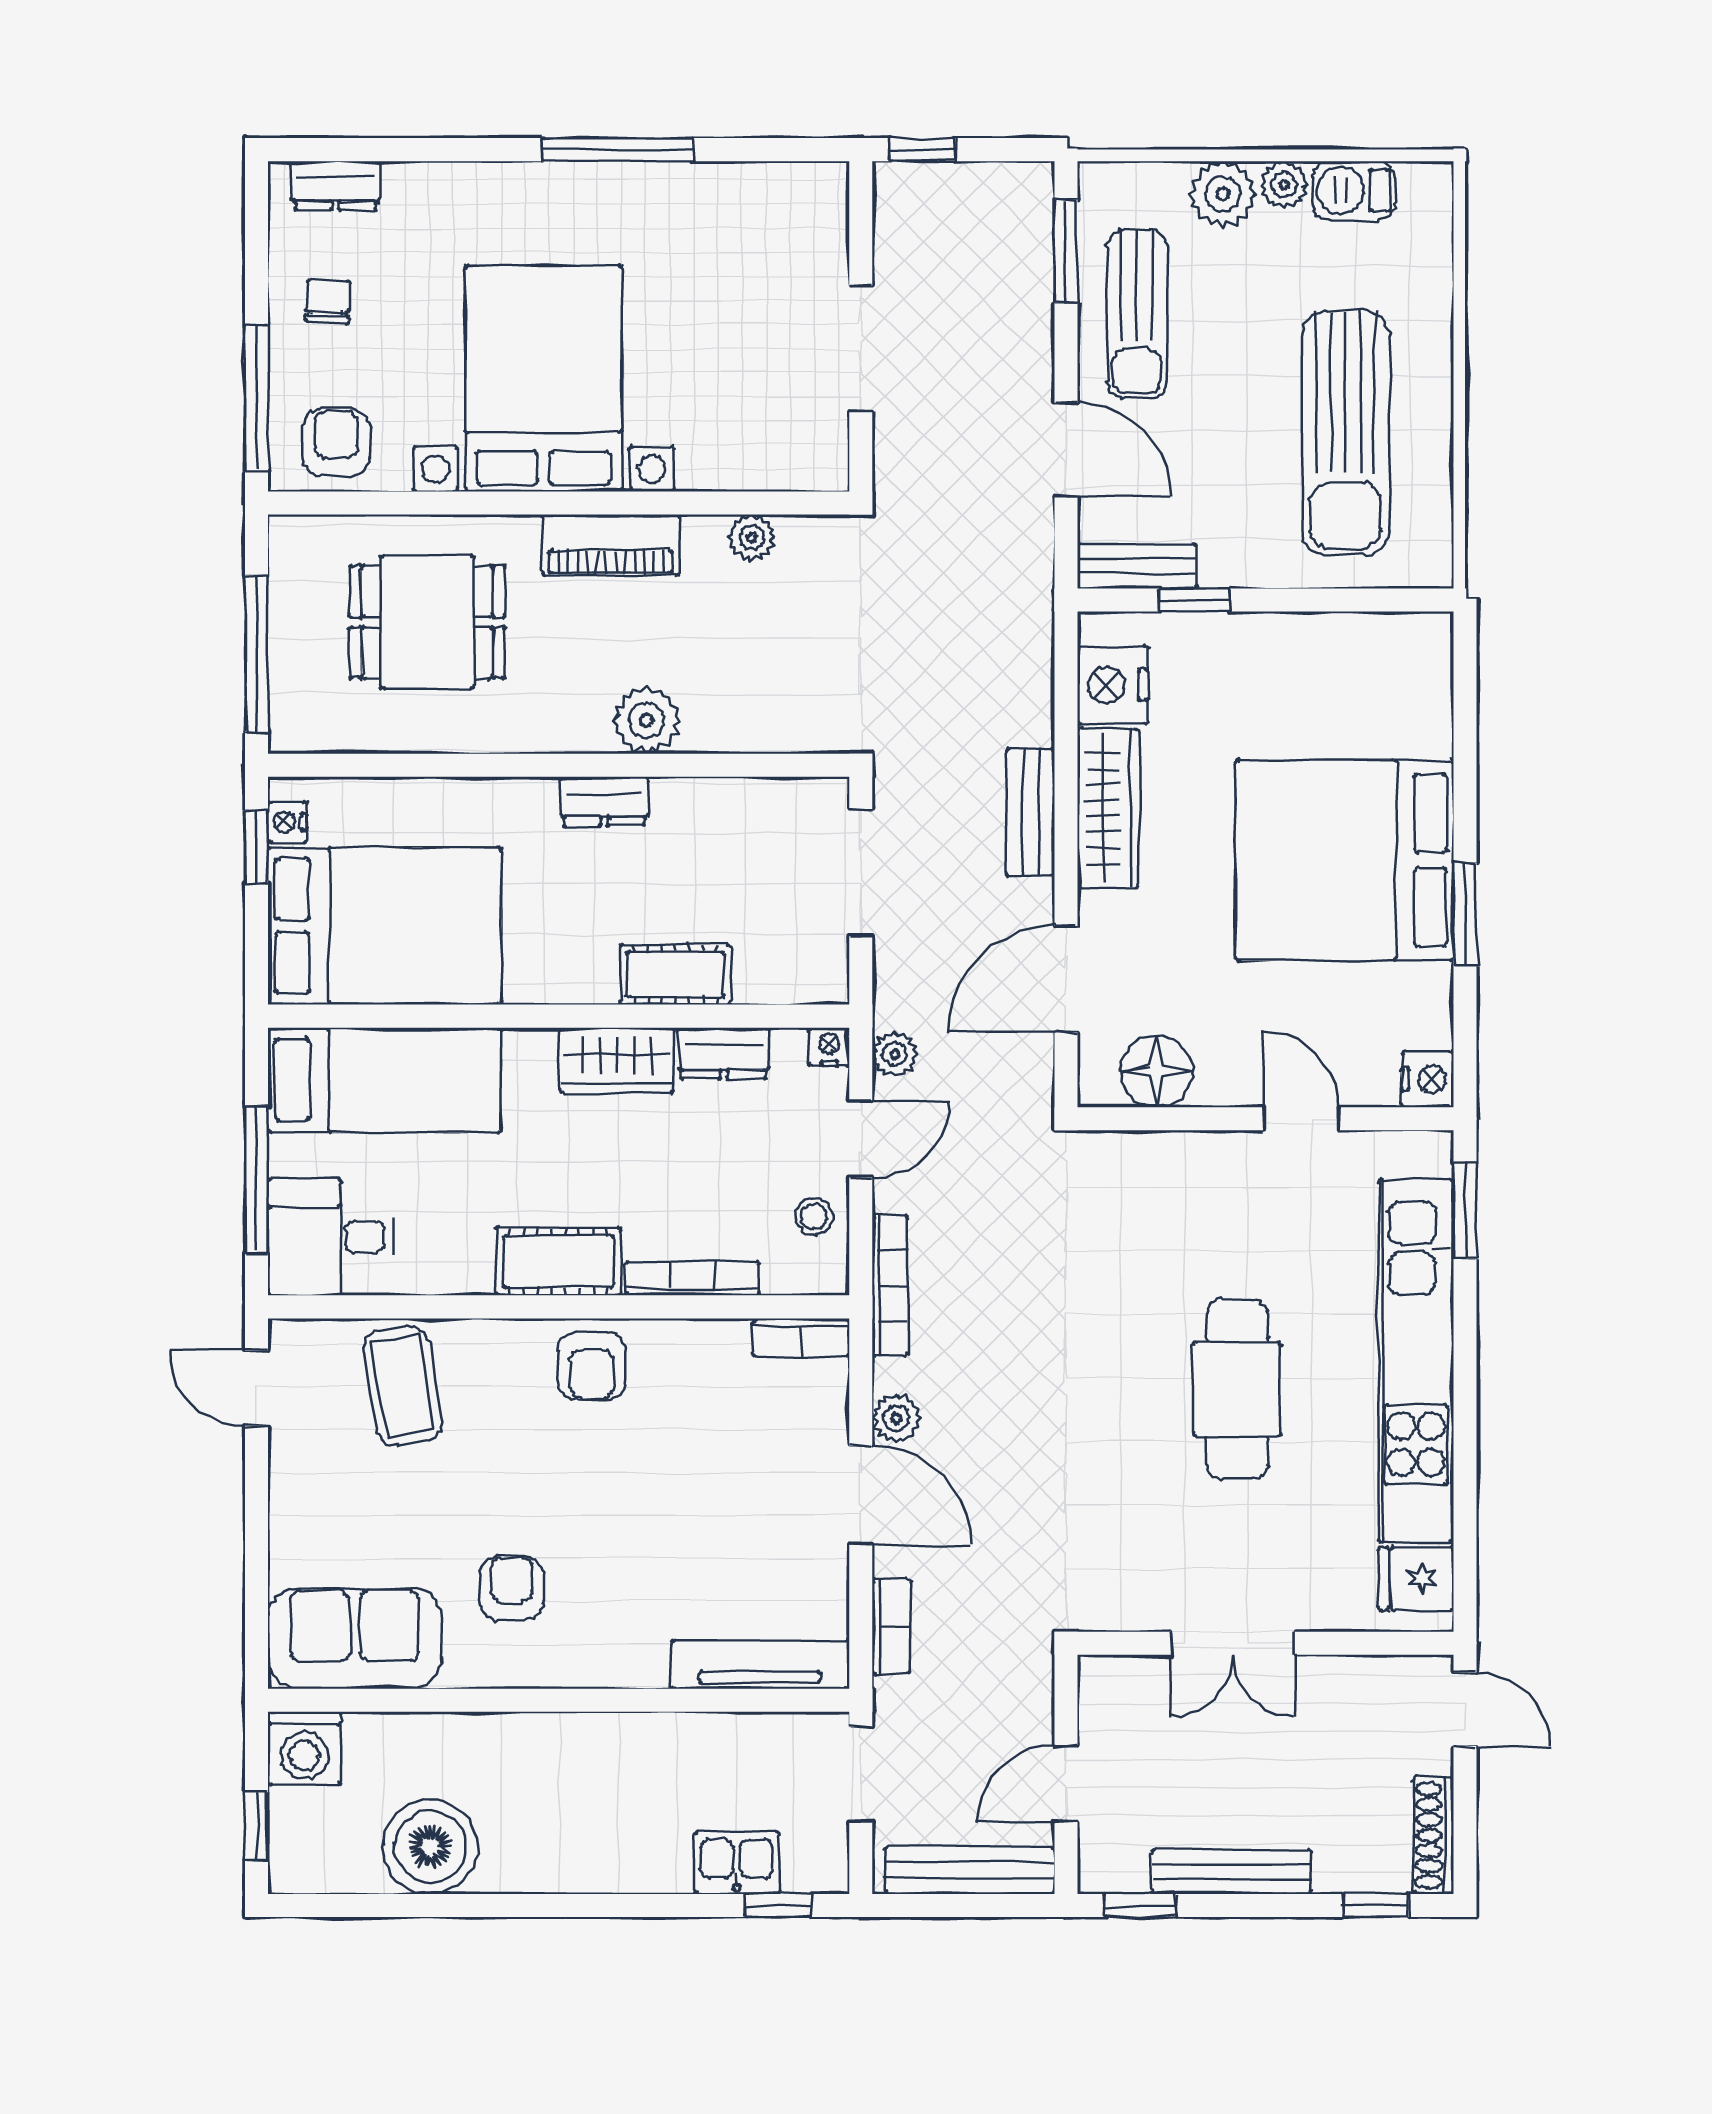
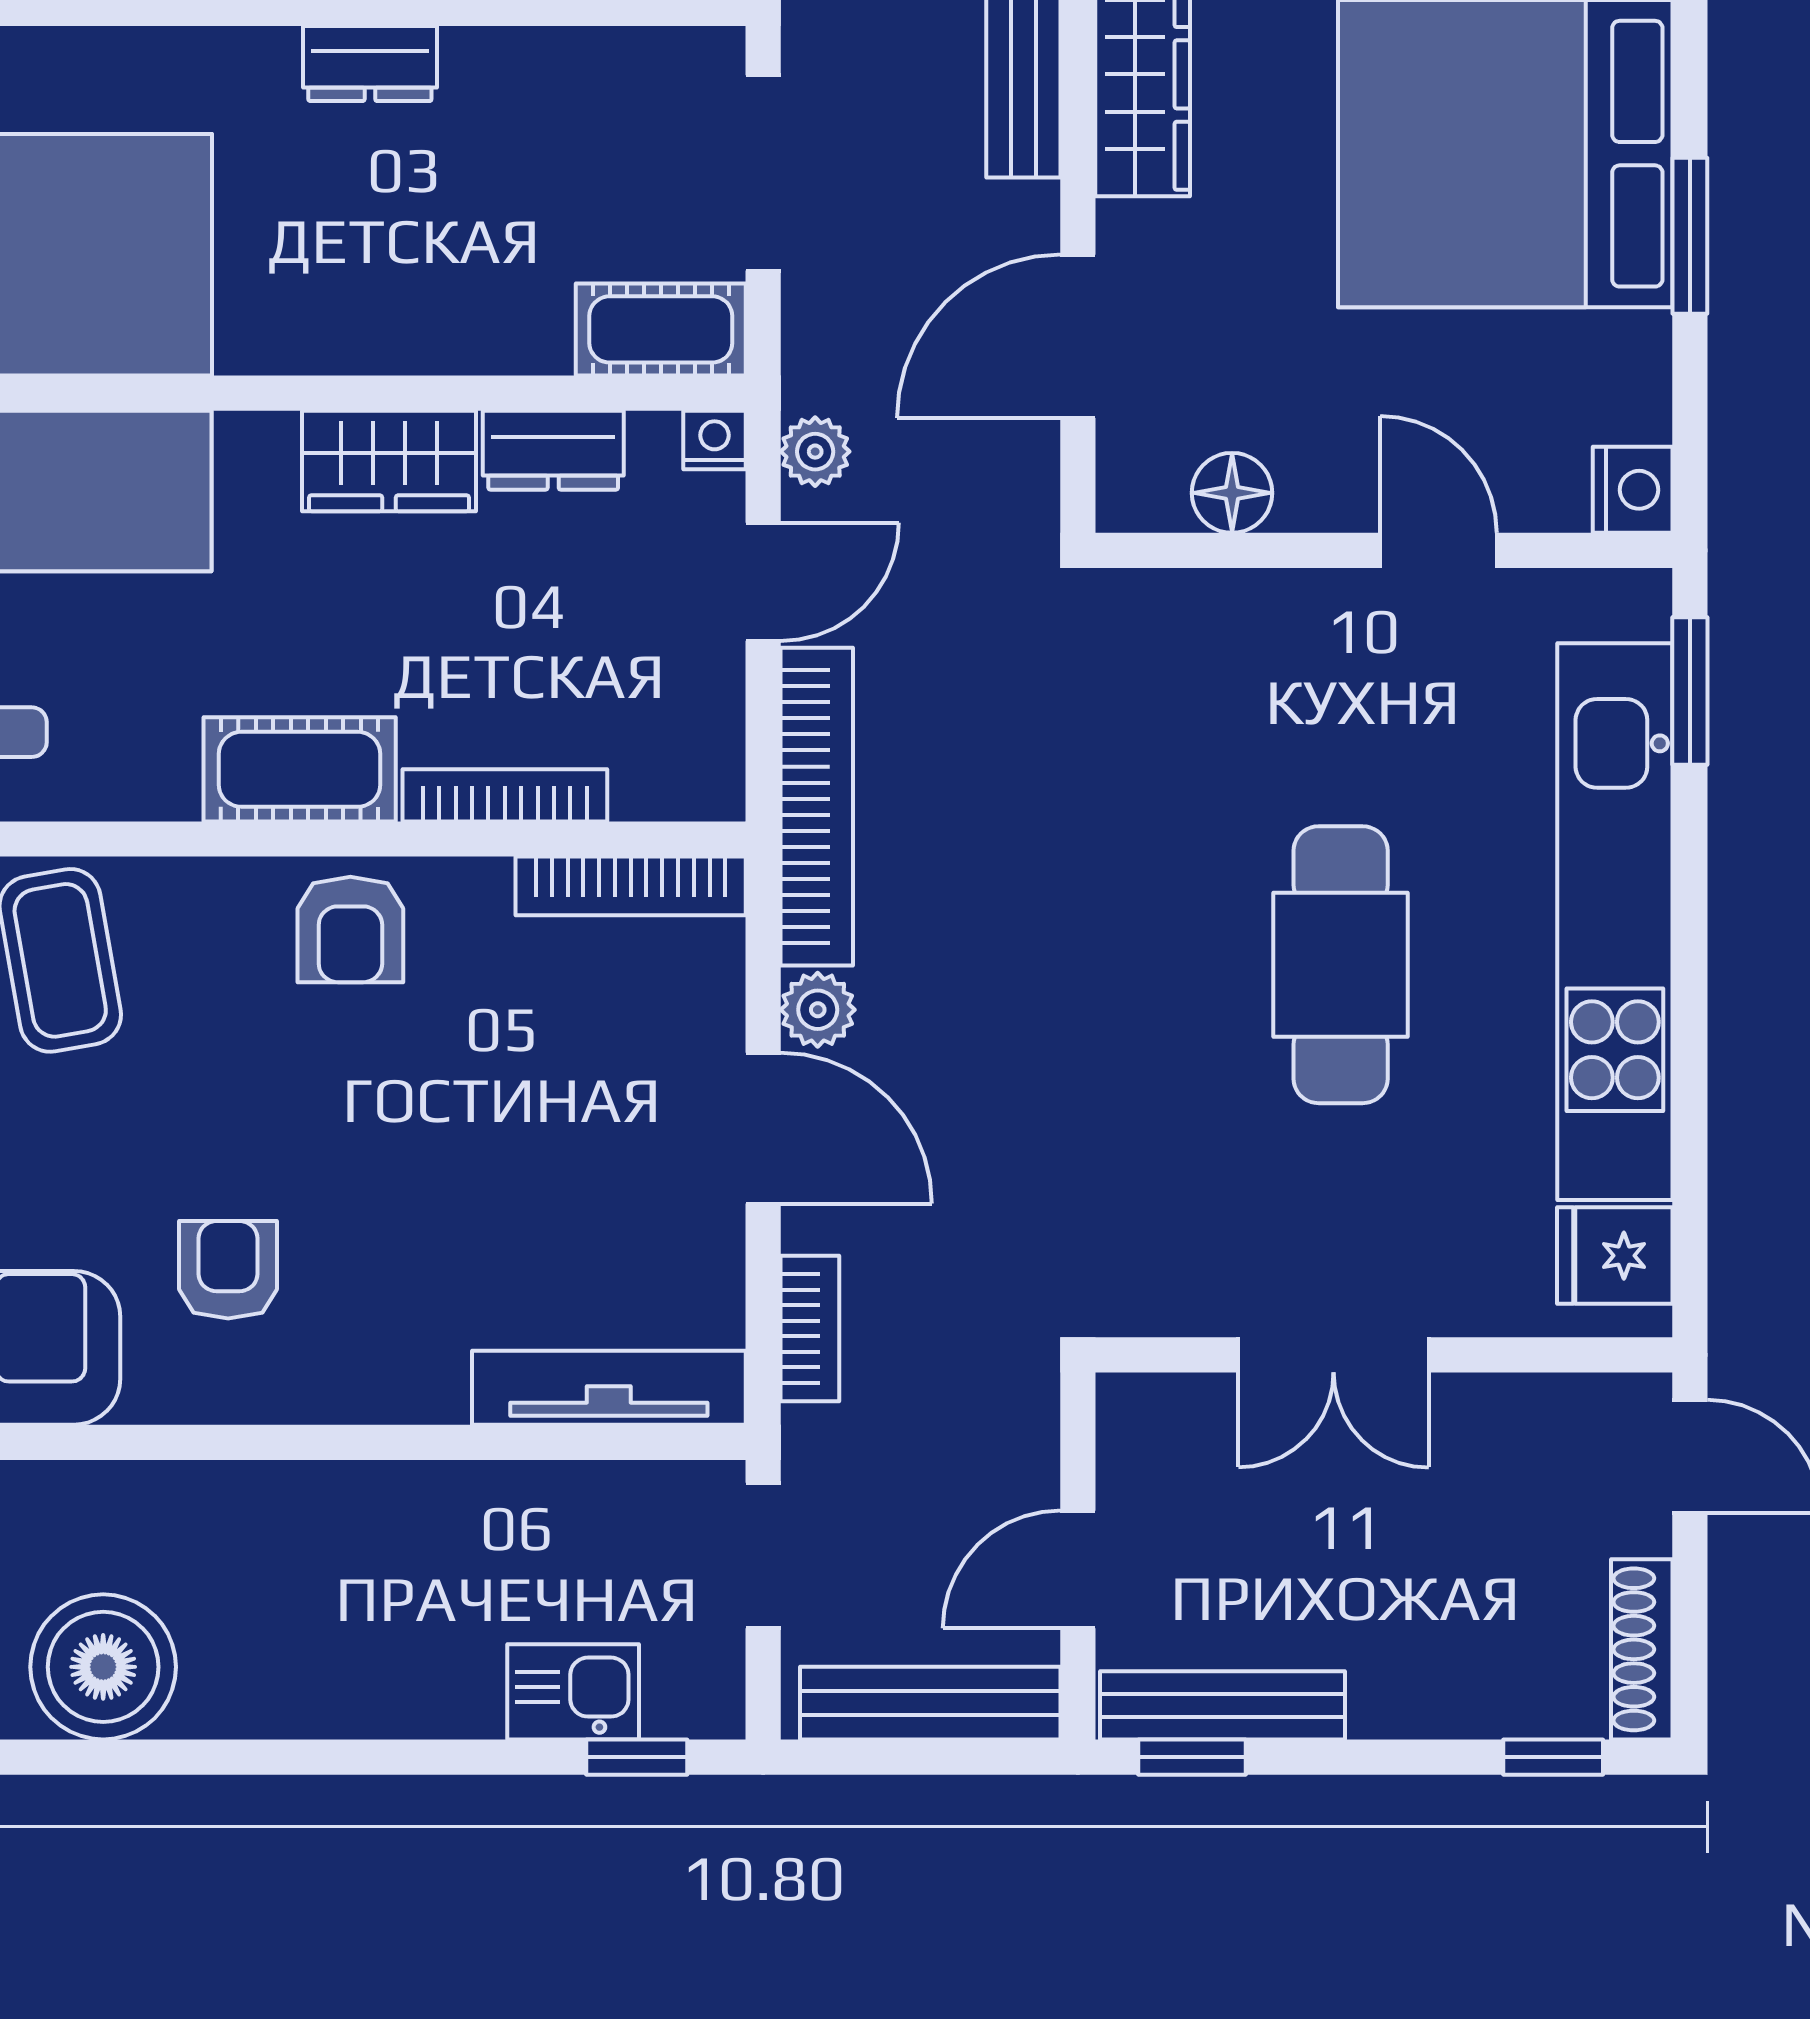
cot: (676, 975) -> (661, 329), moved
floor lamp: (1157, 1071) -> (1232, 493), width x0.73, depth x0.73
stool: (814, 1217) -> (692, 701), removed
bookcase: (890, 1286) -> (817, 807), width x1.48, depth x1.31
bookcase: (801, 1337) -> (631, 886), width x1.56
bench: (1231, 1872) -> (1222, 1705), moved

